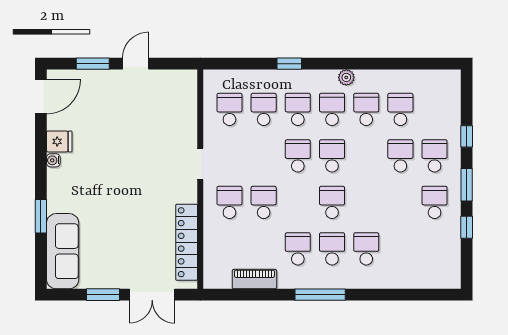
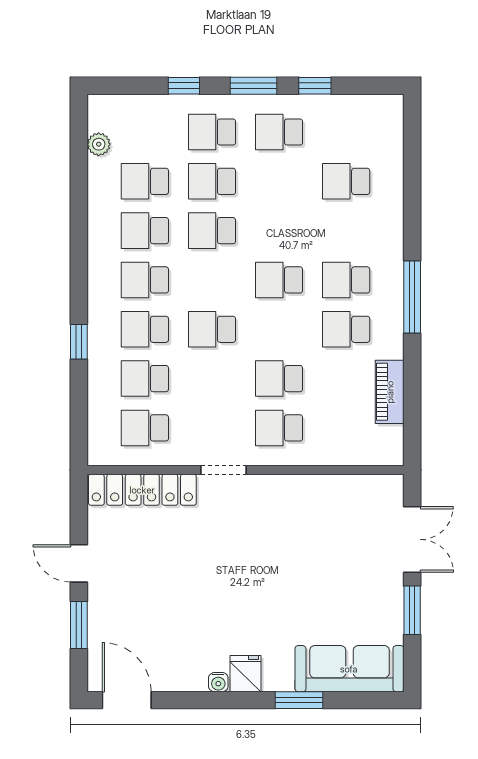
plant: (346, 77) -> (99, 144), moved
fridge: (59, 141) -> (246, 674), moved
school desk: (332, 156) -> (212, 231), moved
locker: (187, 242) -> (142, 490), moved
school desk: (366, 249) -> (346, 181), moved

